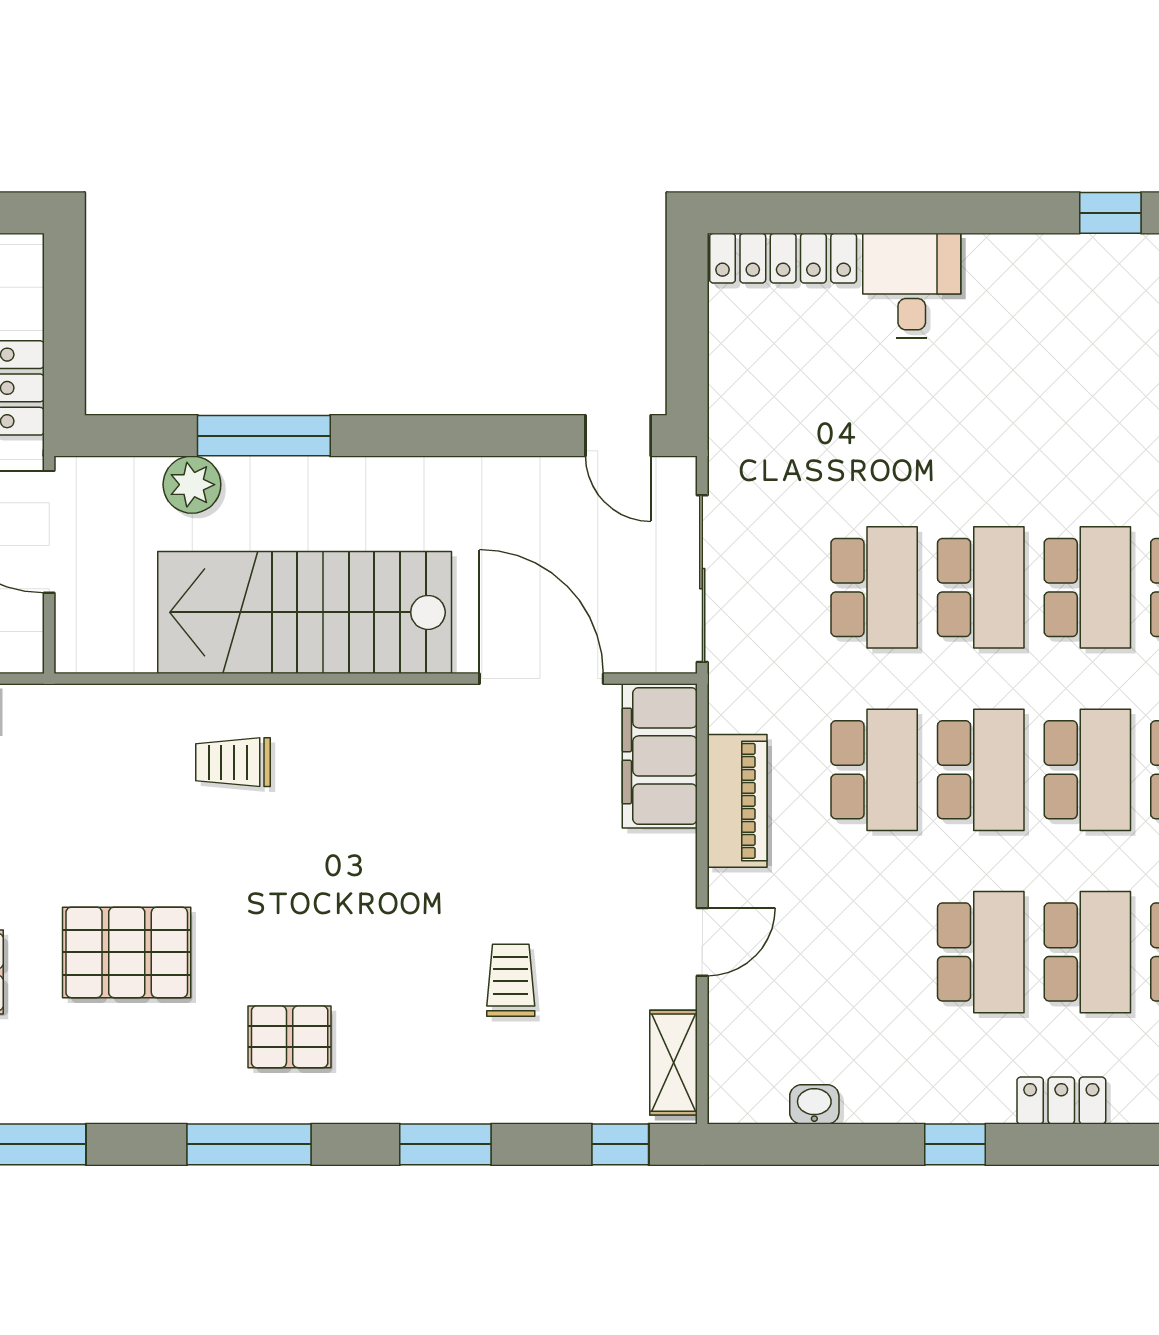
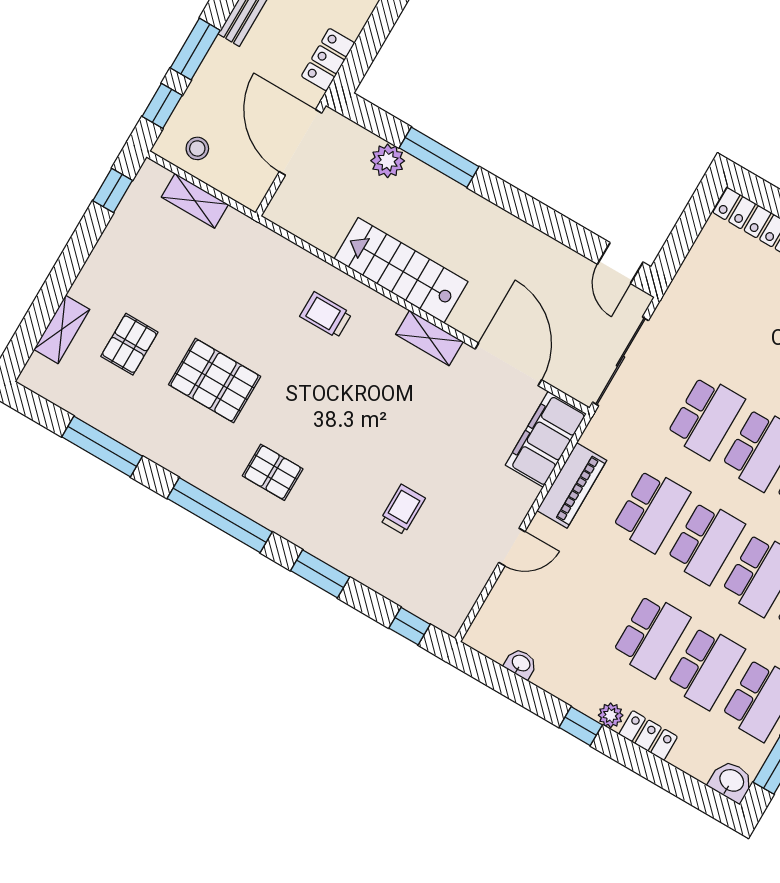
stairs: (305, 612) -> (401, 270), width x0.73, depth x0.66
shelving: (674, 1063) -> (429, 338), moved, turned 90
plant: (989, 1103) -> (611, 715), added
window: (249, 1144) -> (220, 515), width x1.46

